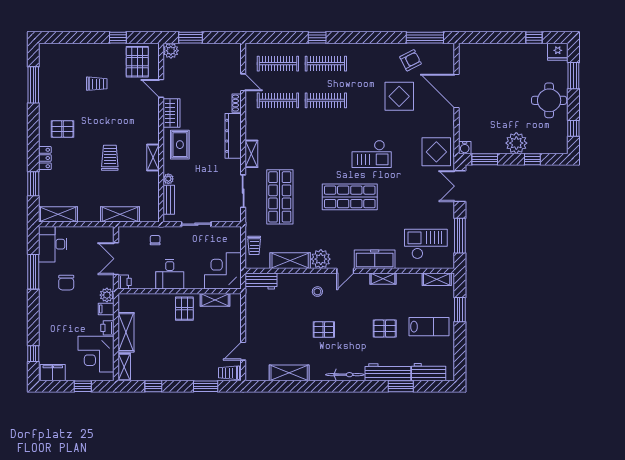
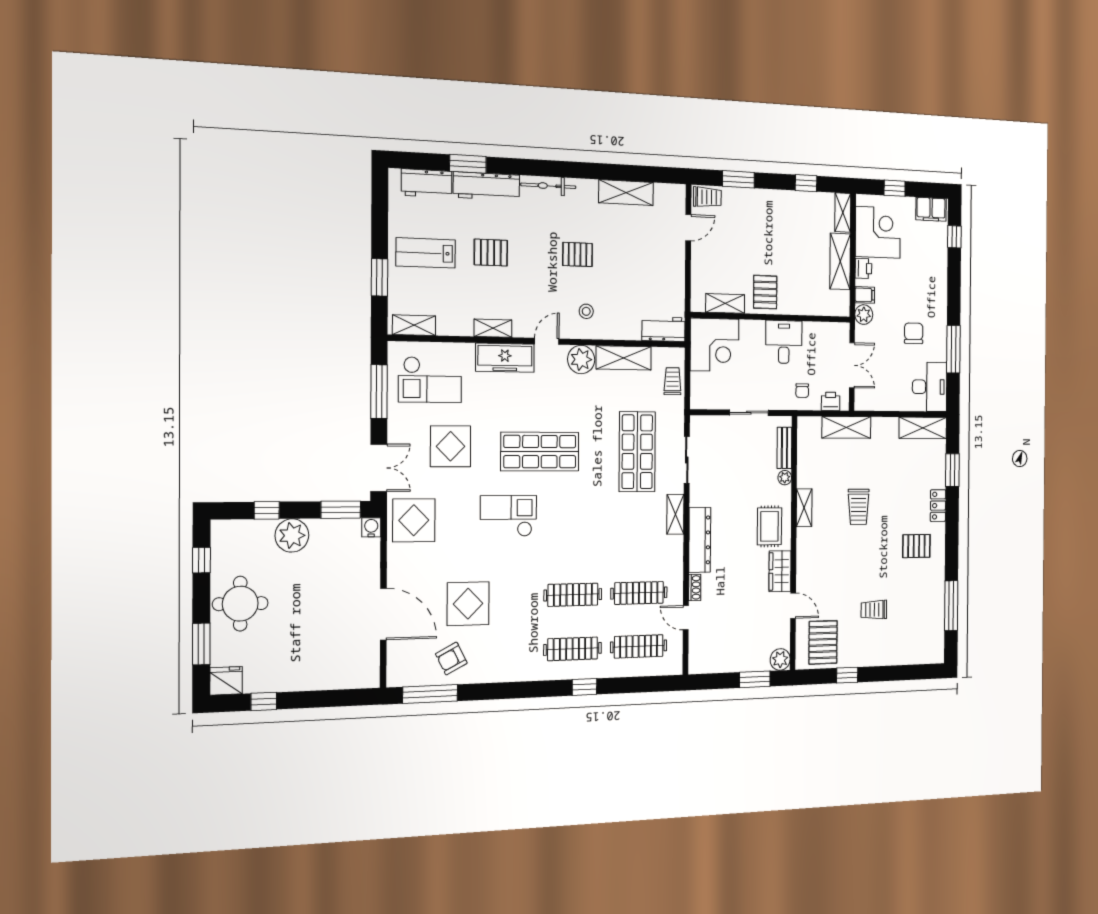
display table: (412, 200) -> (451, 446), added
printer: (125, 282) -> (831, 401), moved, turned 90

